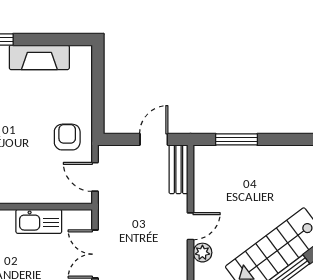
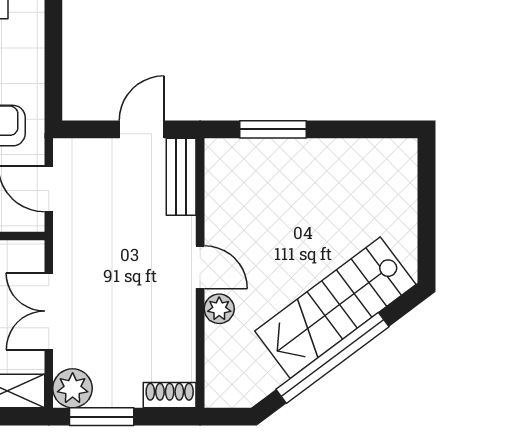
door: (190, 226) -> (200, 267), hinge flipped

